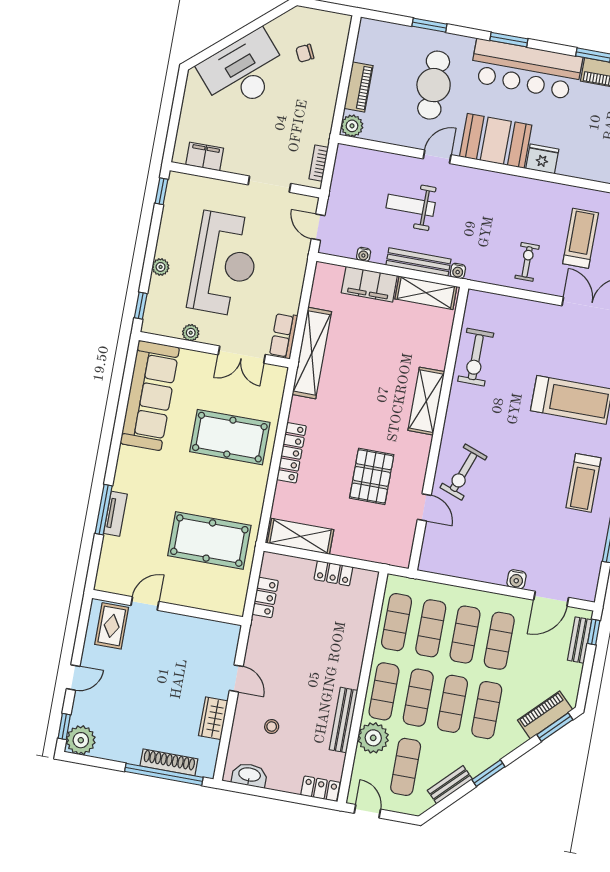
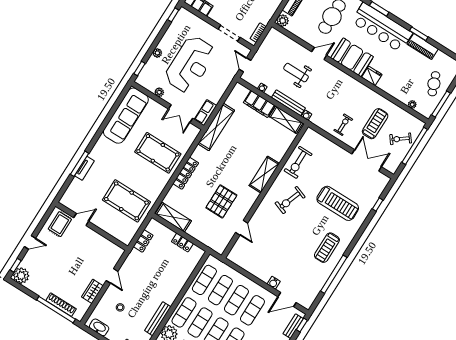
exercise bike: (463, 472) -> (290, 200), moved

